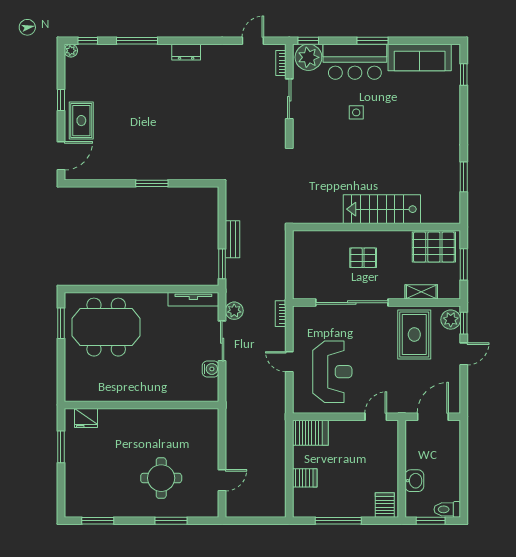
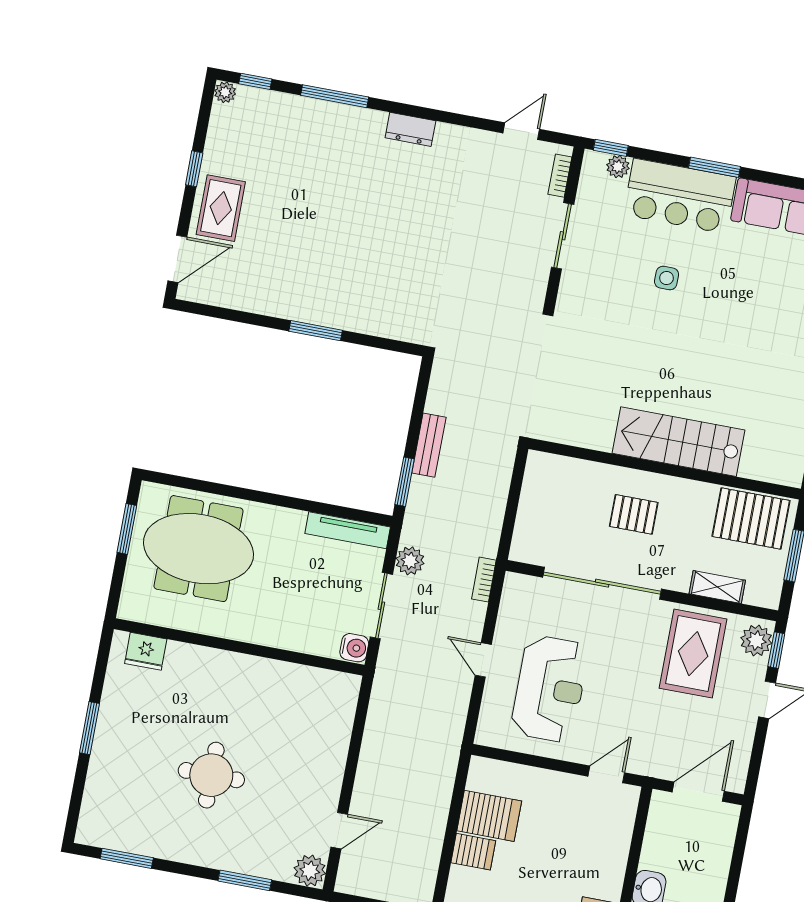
plant: (308, 57) -> (618, 167), width x0.53, depth x0.53
wall: (142, 405) -> (239, 647), moved
fridge: (86, 418) -> (146, 651), moved
server rack: (310, 433) -> (489, 816), moved
round table: (161, 478) -> (211, 775), moved
plant: (209, 508) -> (310, 871), added

